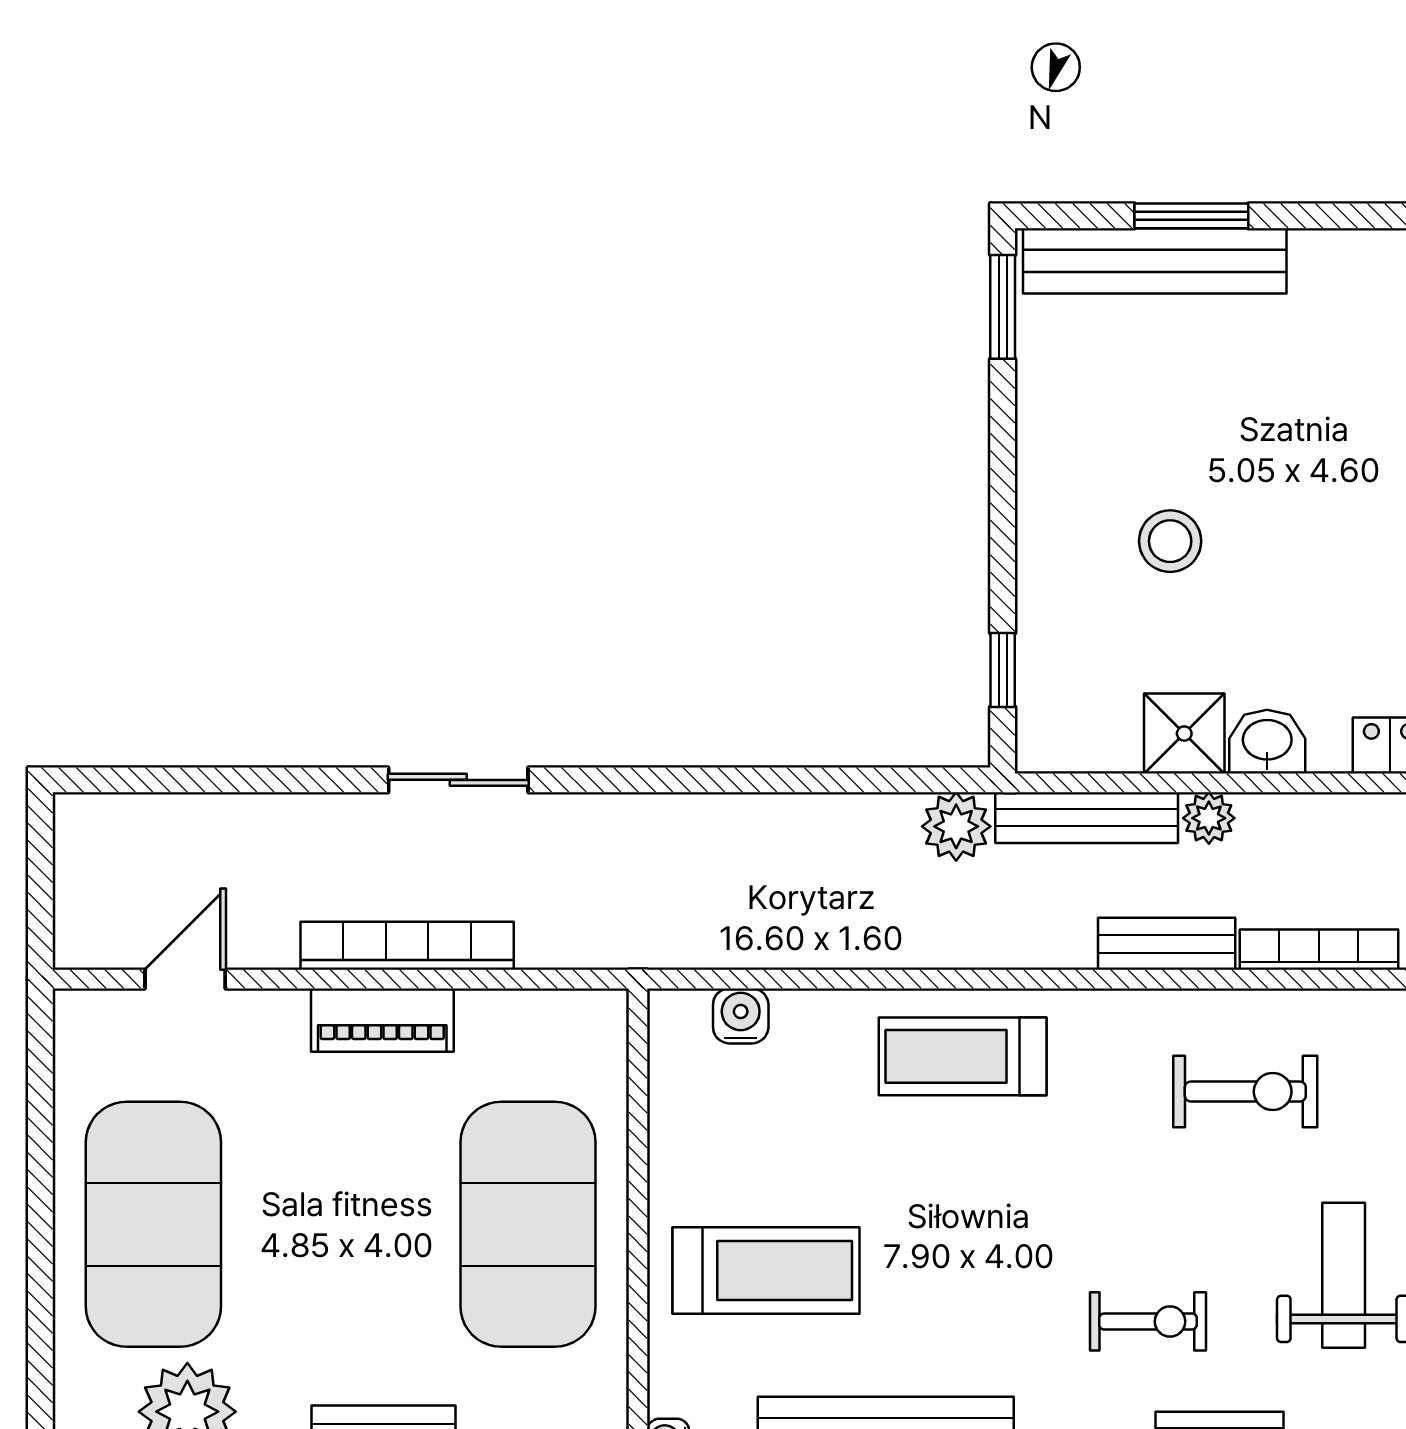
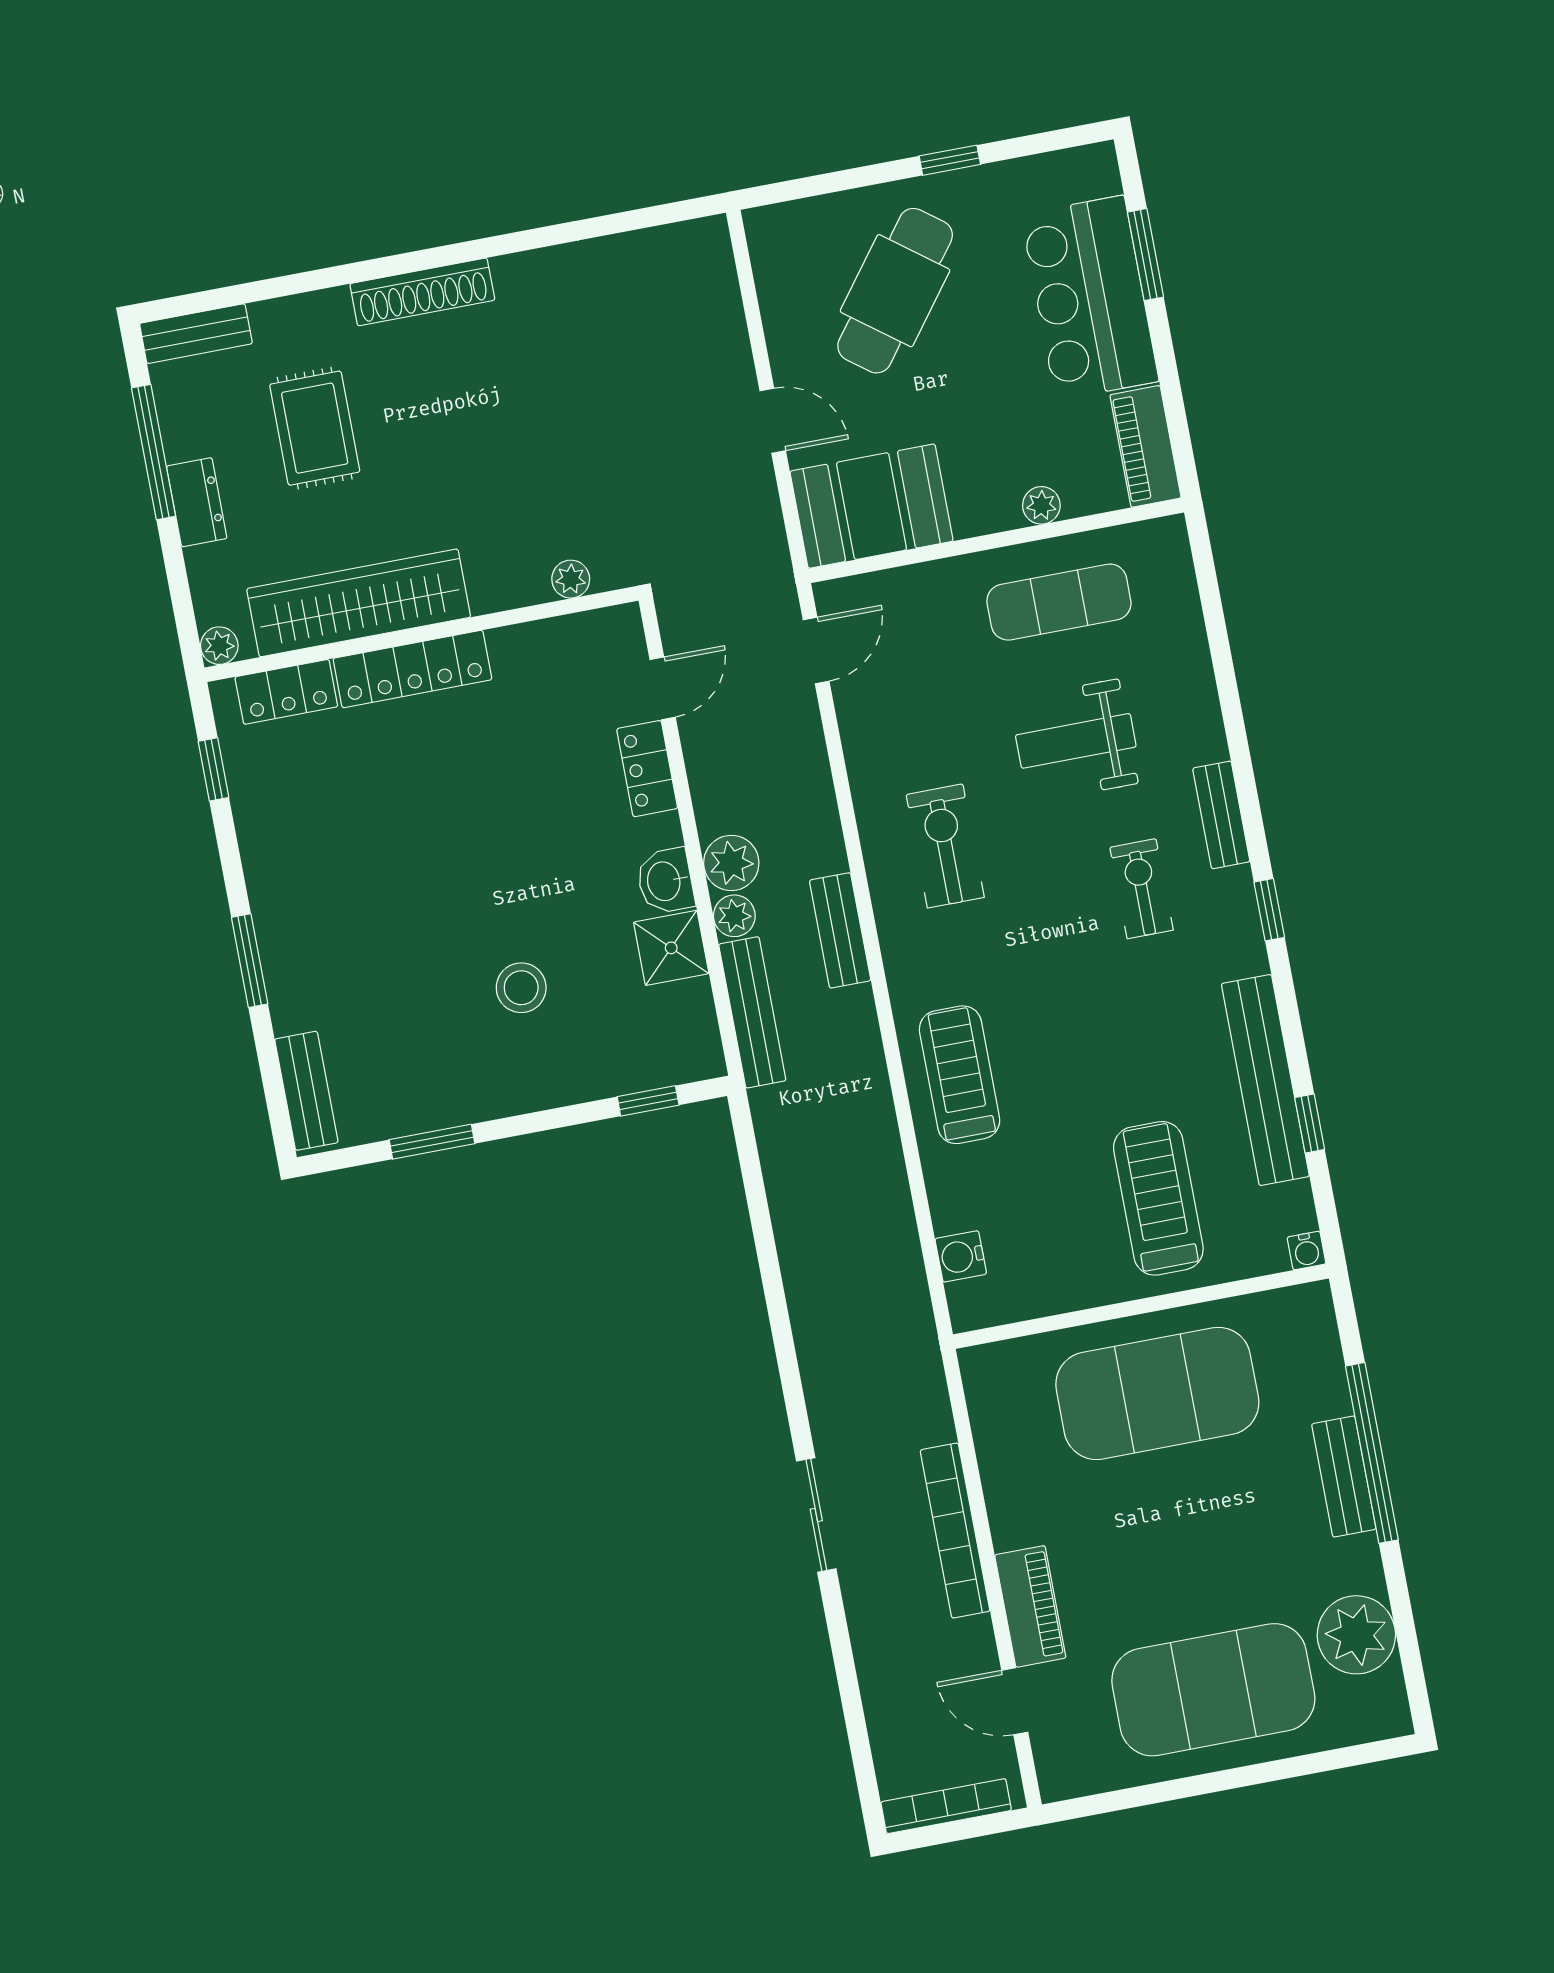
window: (1191, 216) -> (250, 961), moved
bench: (1155, 261) -> (306, 1091), width x0.54, depth x0.82
window: (1003, 307) -> (432, 1142), moved
plant: (956, 826) -> (731, 863), moved
bookcase: (1319, 950) -> (946, 1806), moved, turned 90
piano: (382, 1020) -> (1030, 1606), moved
treadmill: (963, 1056) -> (960, 1075), turned 180

